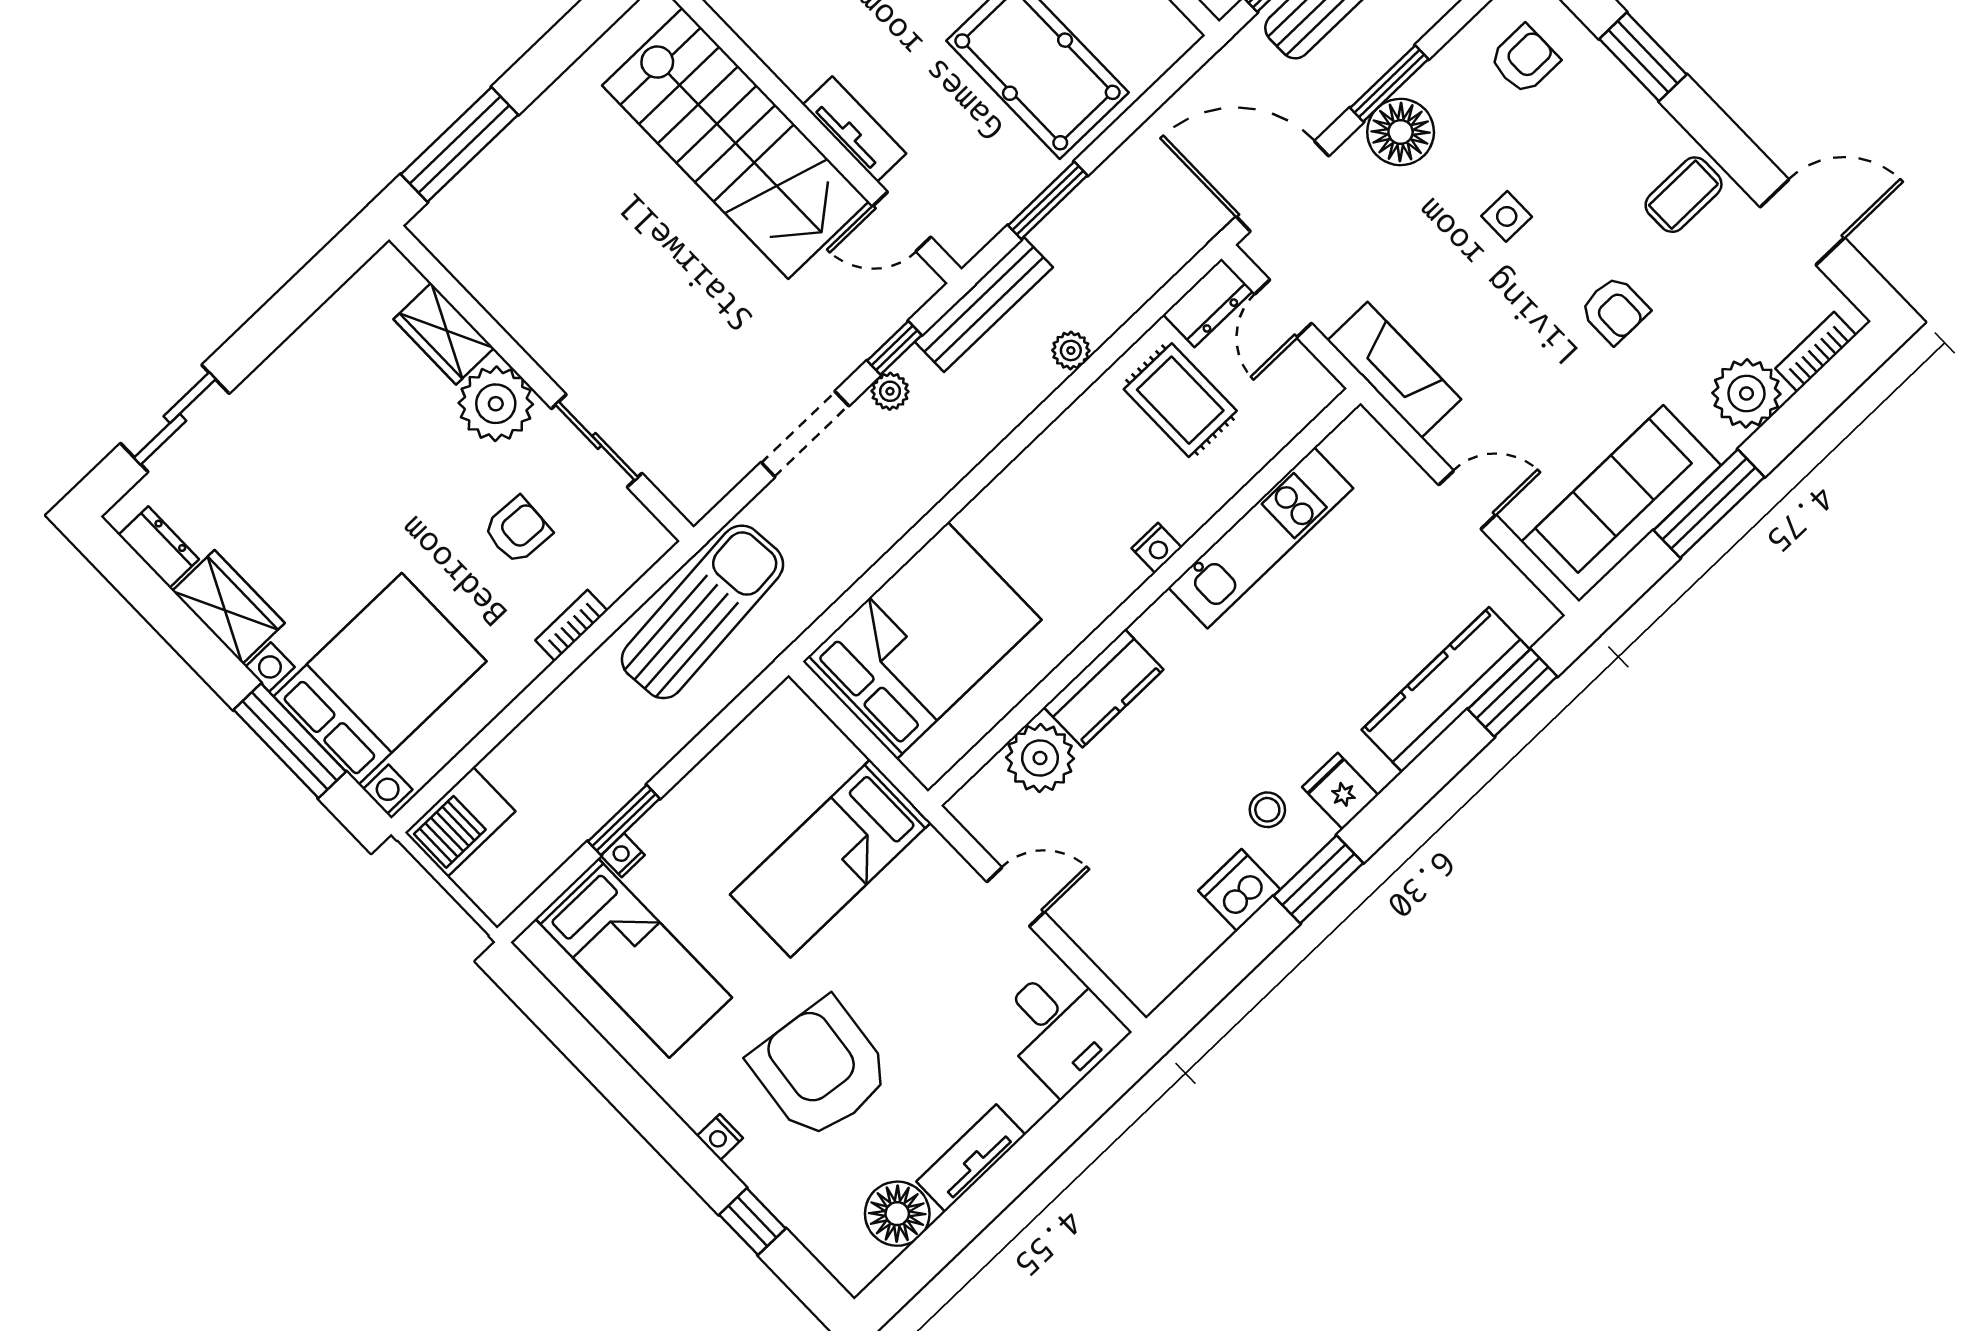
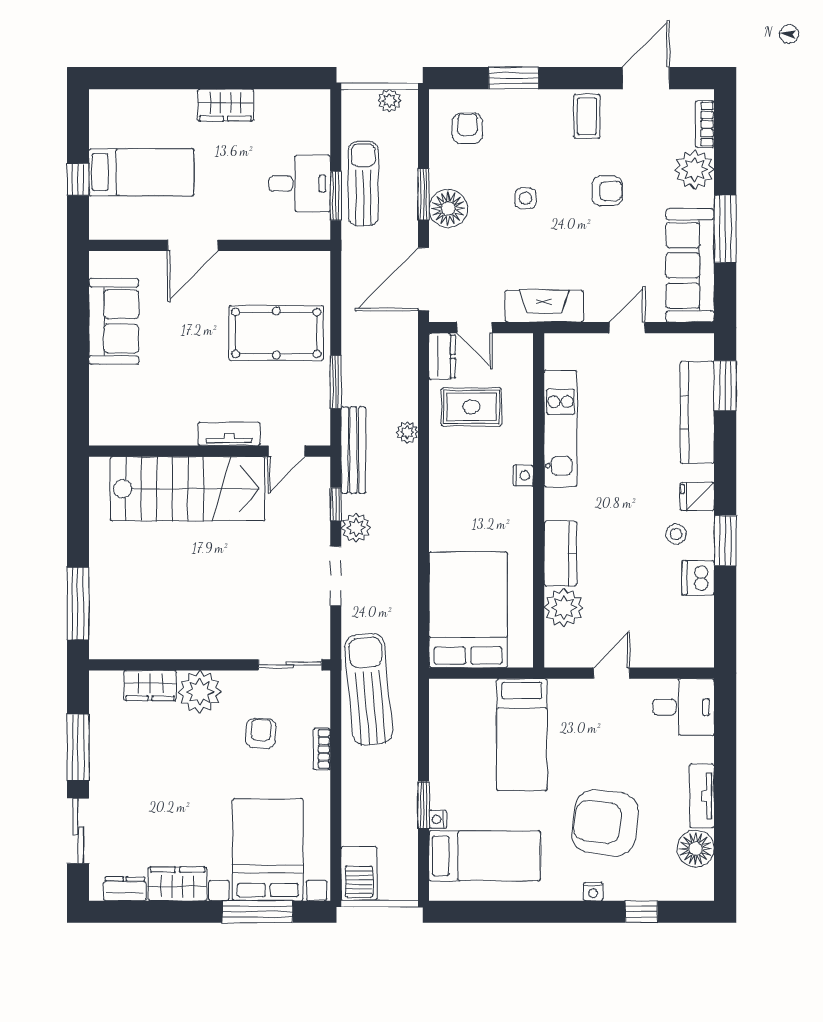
window: (279, 318) -> (78, 747), added
plant: (890, 391) -> (356, 528), width x1.38, depth x1.38
sliding door: (597, 441) -> (290, 665), moved

